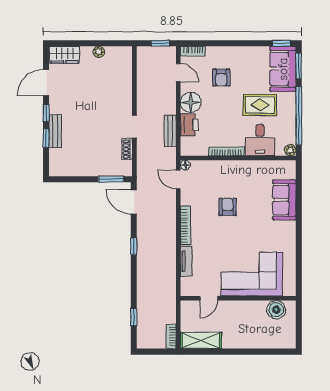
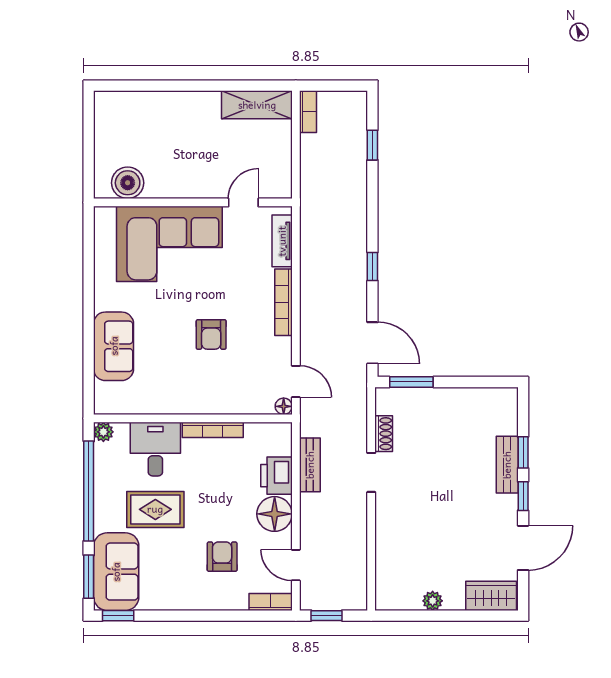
corner sofa: (252, 274) -> (169, 244), moved
door: (209, 298) -> (243, 202), moved
wall: (238, 298) -> (193, 202), moved
boiler: (276, 310) -> (128, 183), moved

